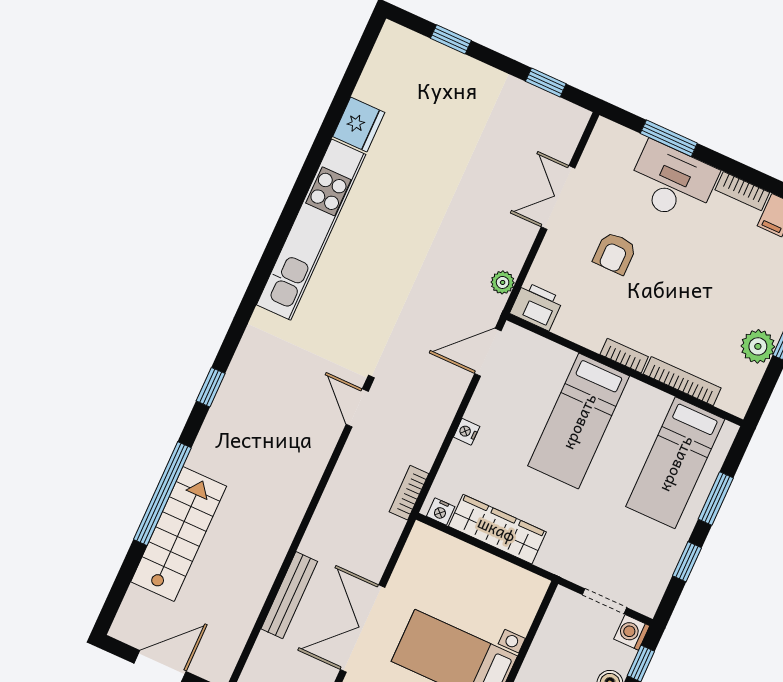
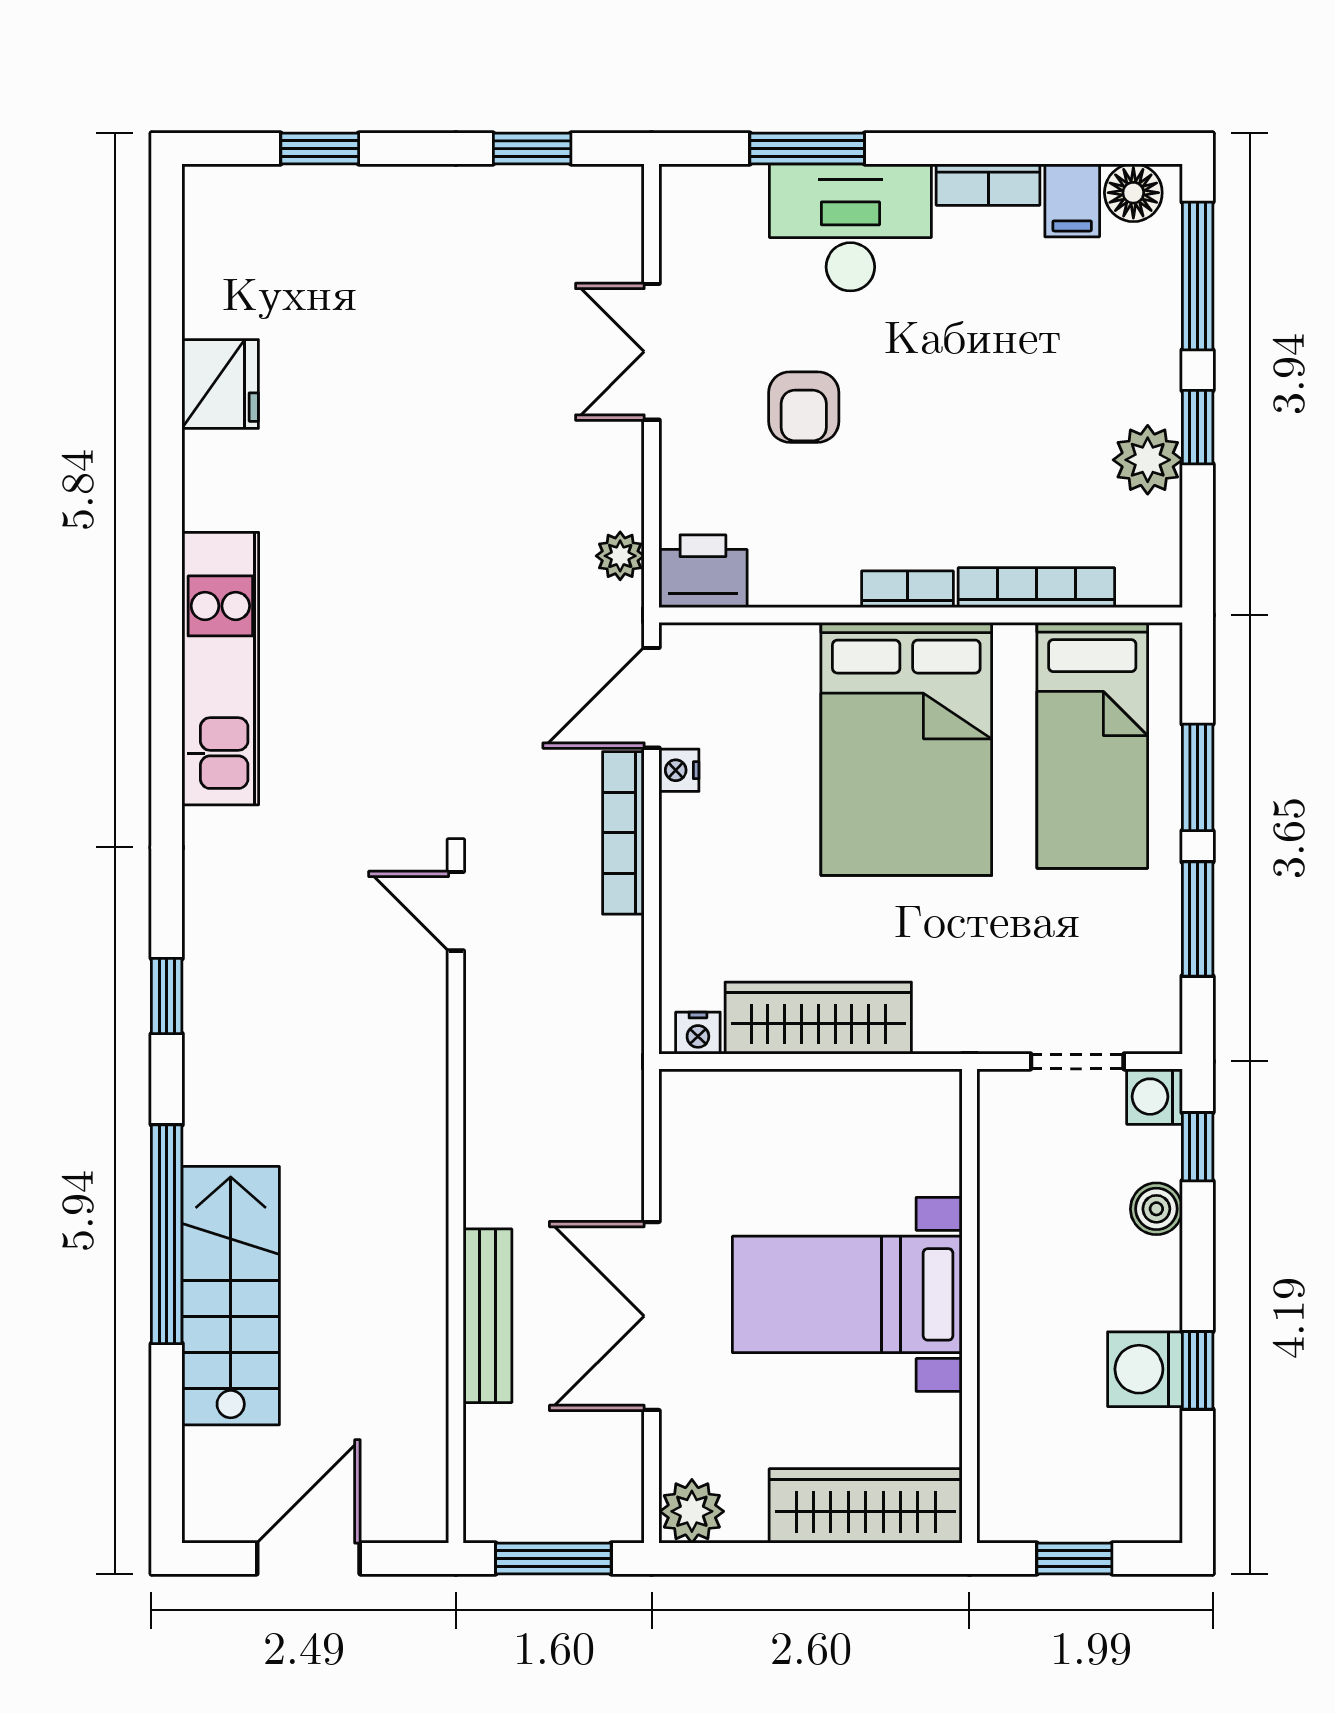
kitchen unit: (311, 230) -> (220, 669), width x0.73
bed: (579, 421) -> (906, 749), width x1.50
nightstand: (467, 432) -> (679, 770), moved
bookcase: (409, 493) -> (623, 833), moved, width x1.56
window: (687, 562) -> (1198, 919), width x1.50

